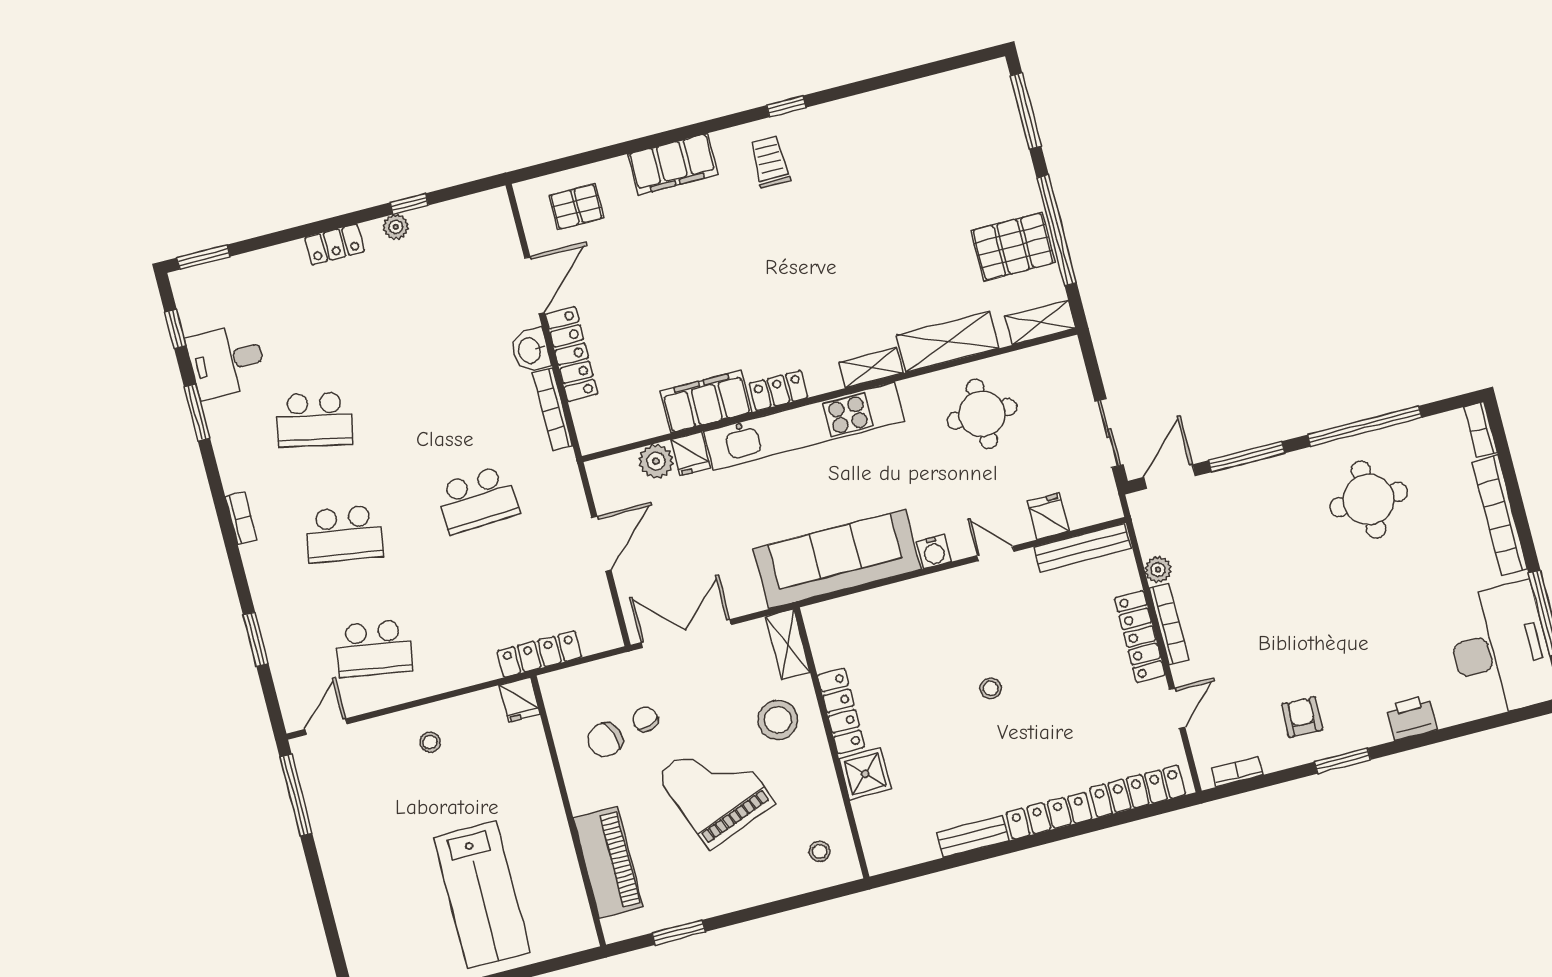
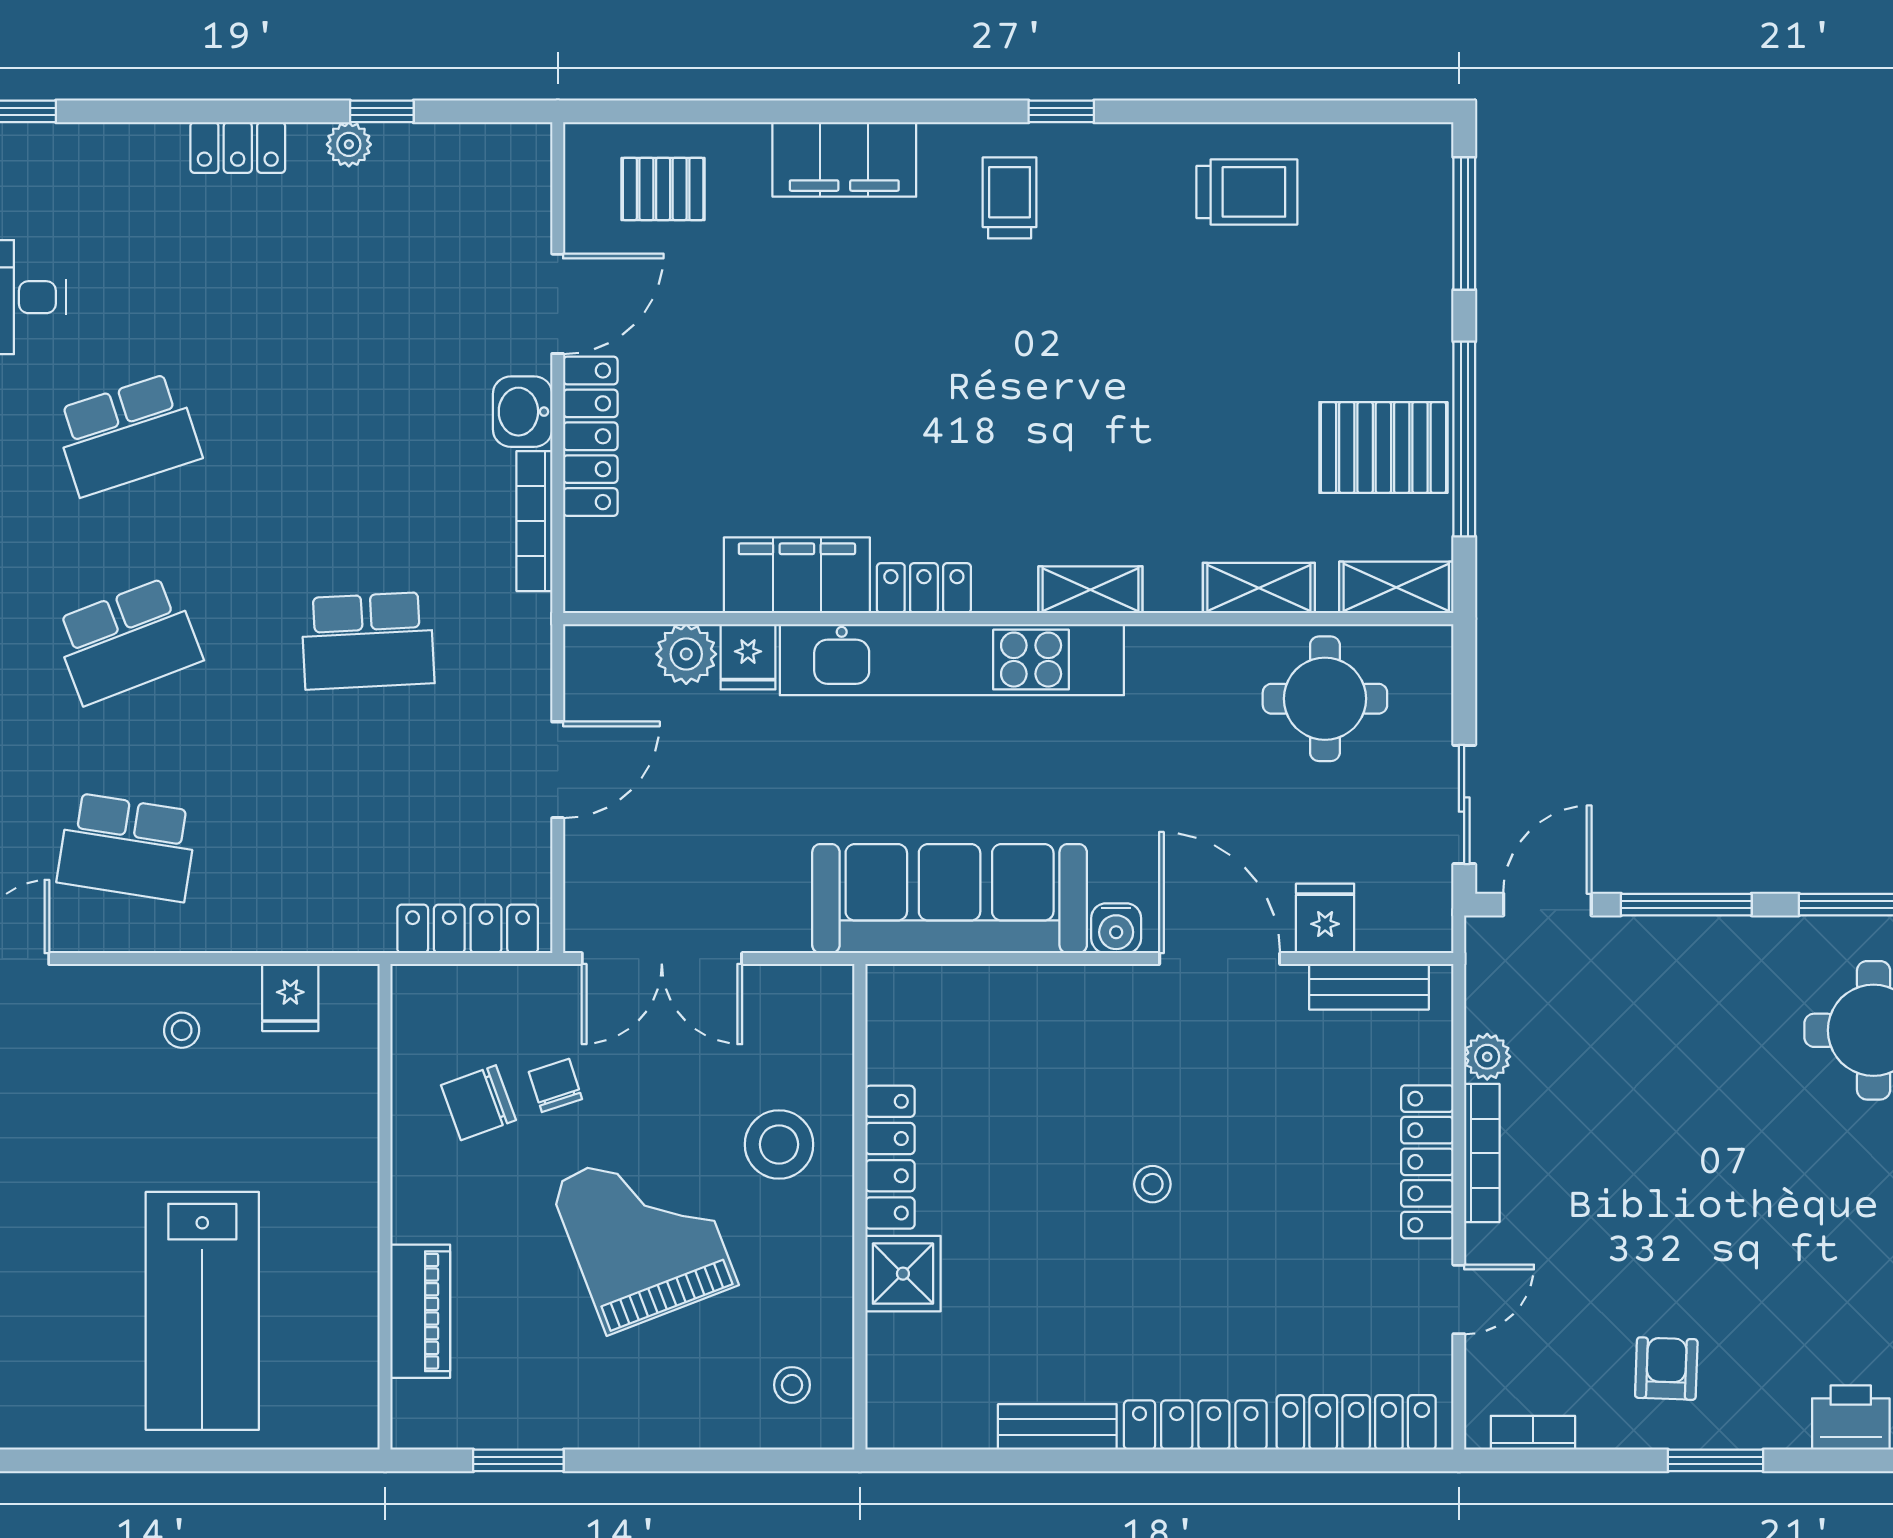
trolley: (901, 124) -> (1247, 192), added
shelving: (947, 342) -> (1259, 588), width x0.67, depth x0.75
round table: (982, 414) -> (1325, 699), moved
school desk: (314, 420) -> (127, 435), turned -30
school desk: (344, 534) -> (127, 641), turned -30
bench: (1082, 548) -> (1369, 987), width x0.73
door: (995, 554) -> (1220, 959), width x1.87
double door: (686, 634) -> (662, 959), swing flipped
shelving: (788, 644) -> (829, 1021), removed
locker: (539, 654) -> (468, 929), moved
fridge: (520, 700) -> (290, 998), moved
piano: (608, 862) -> (420, 1311), width x0.73, depth x0.75

